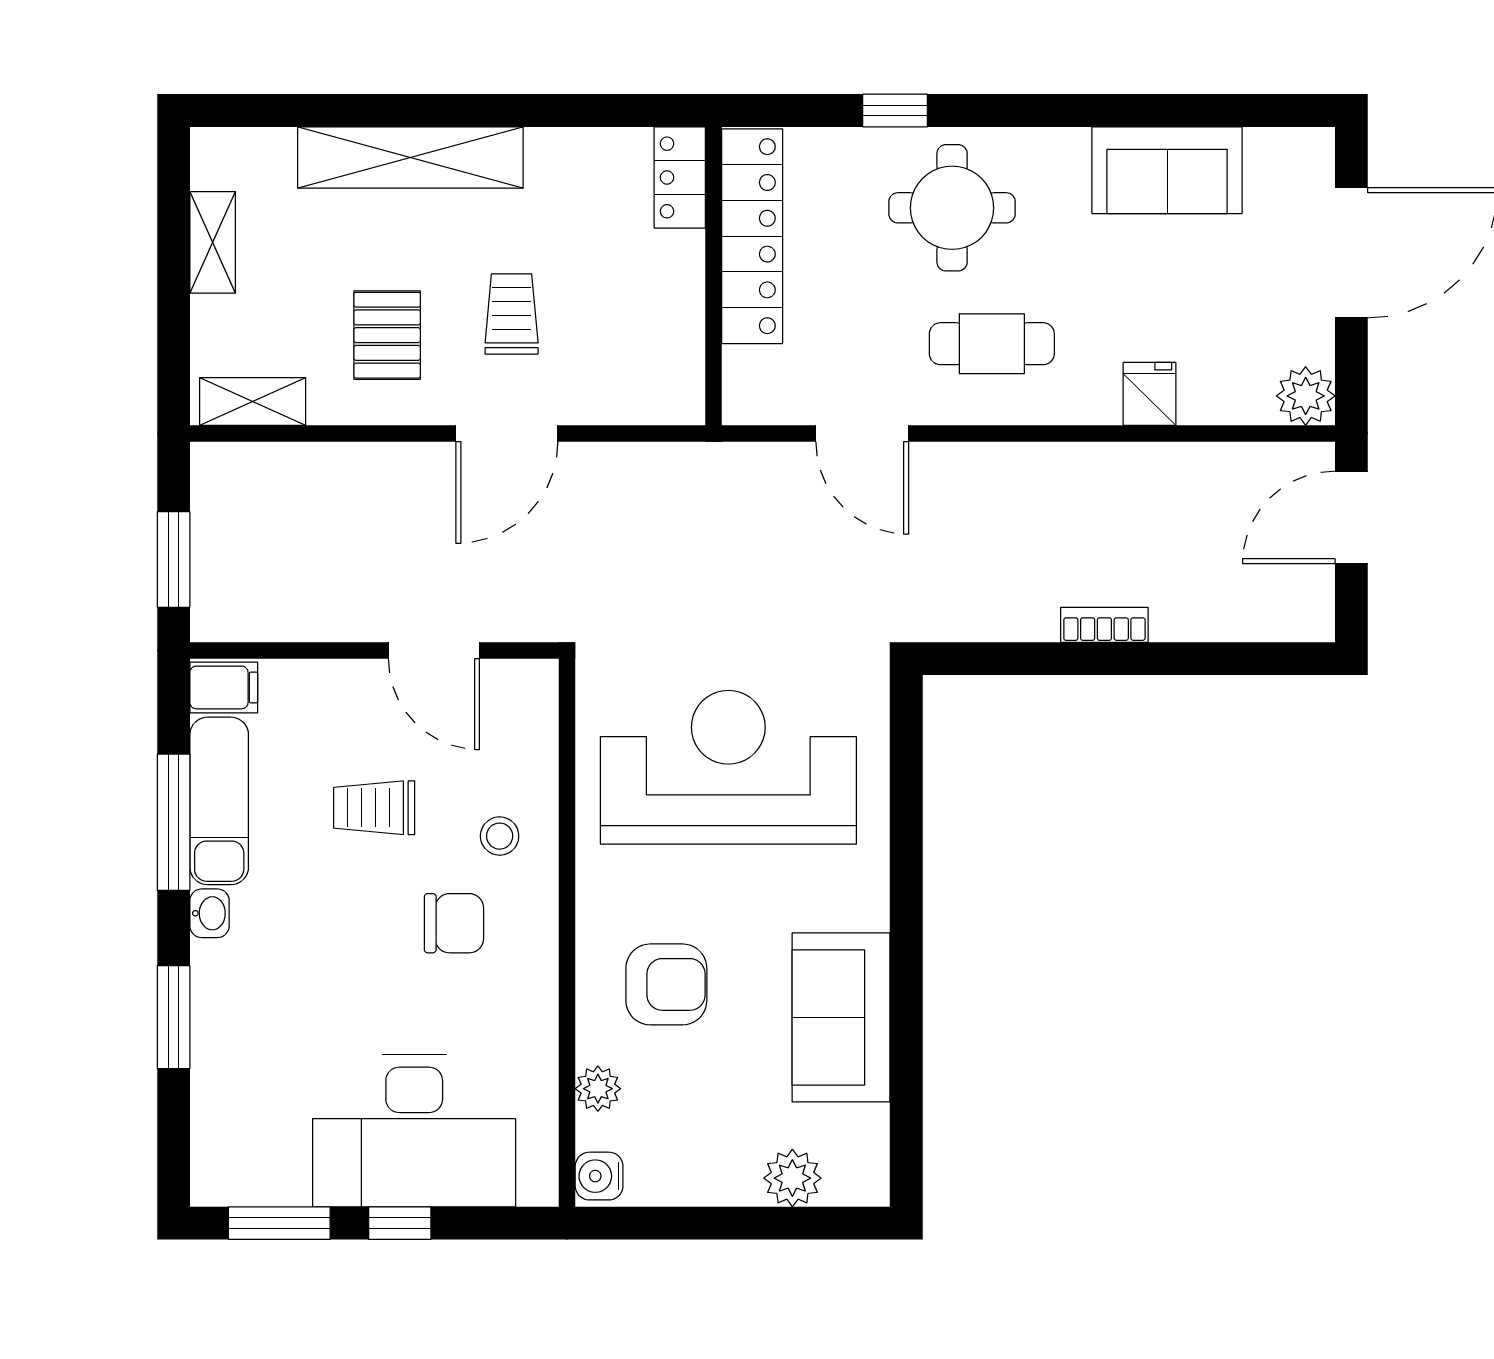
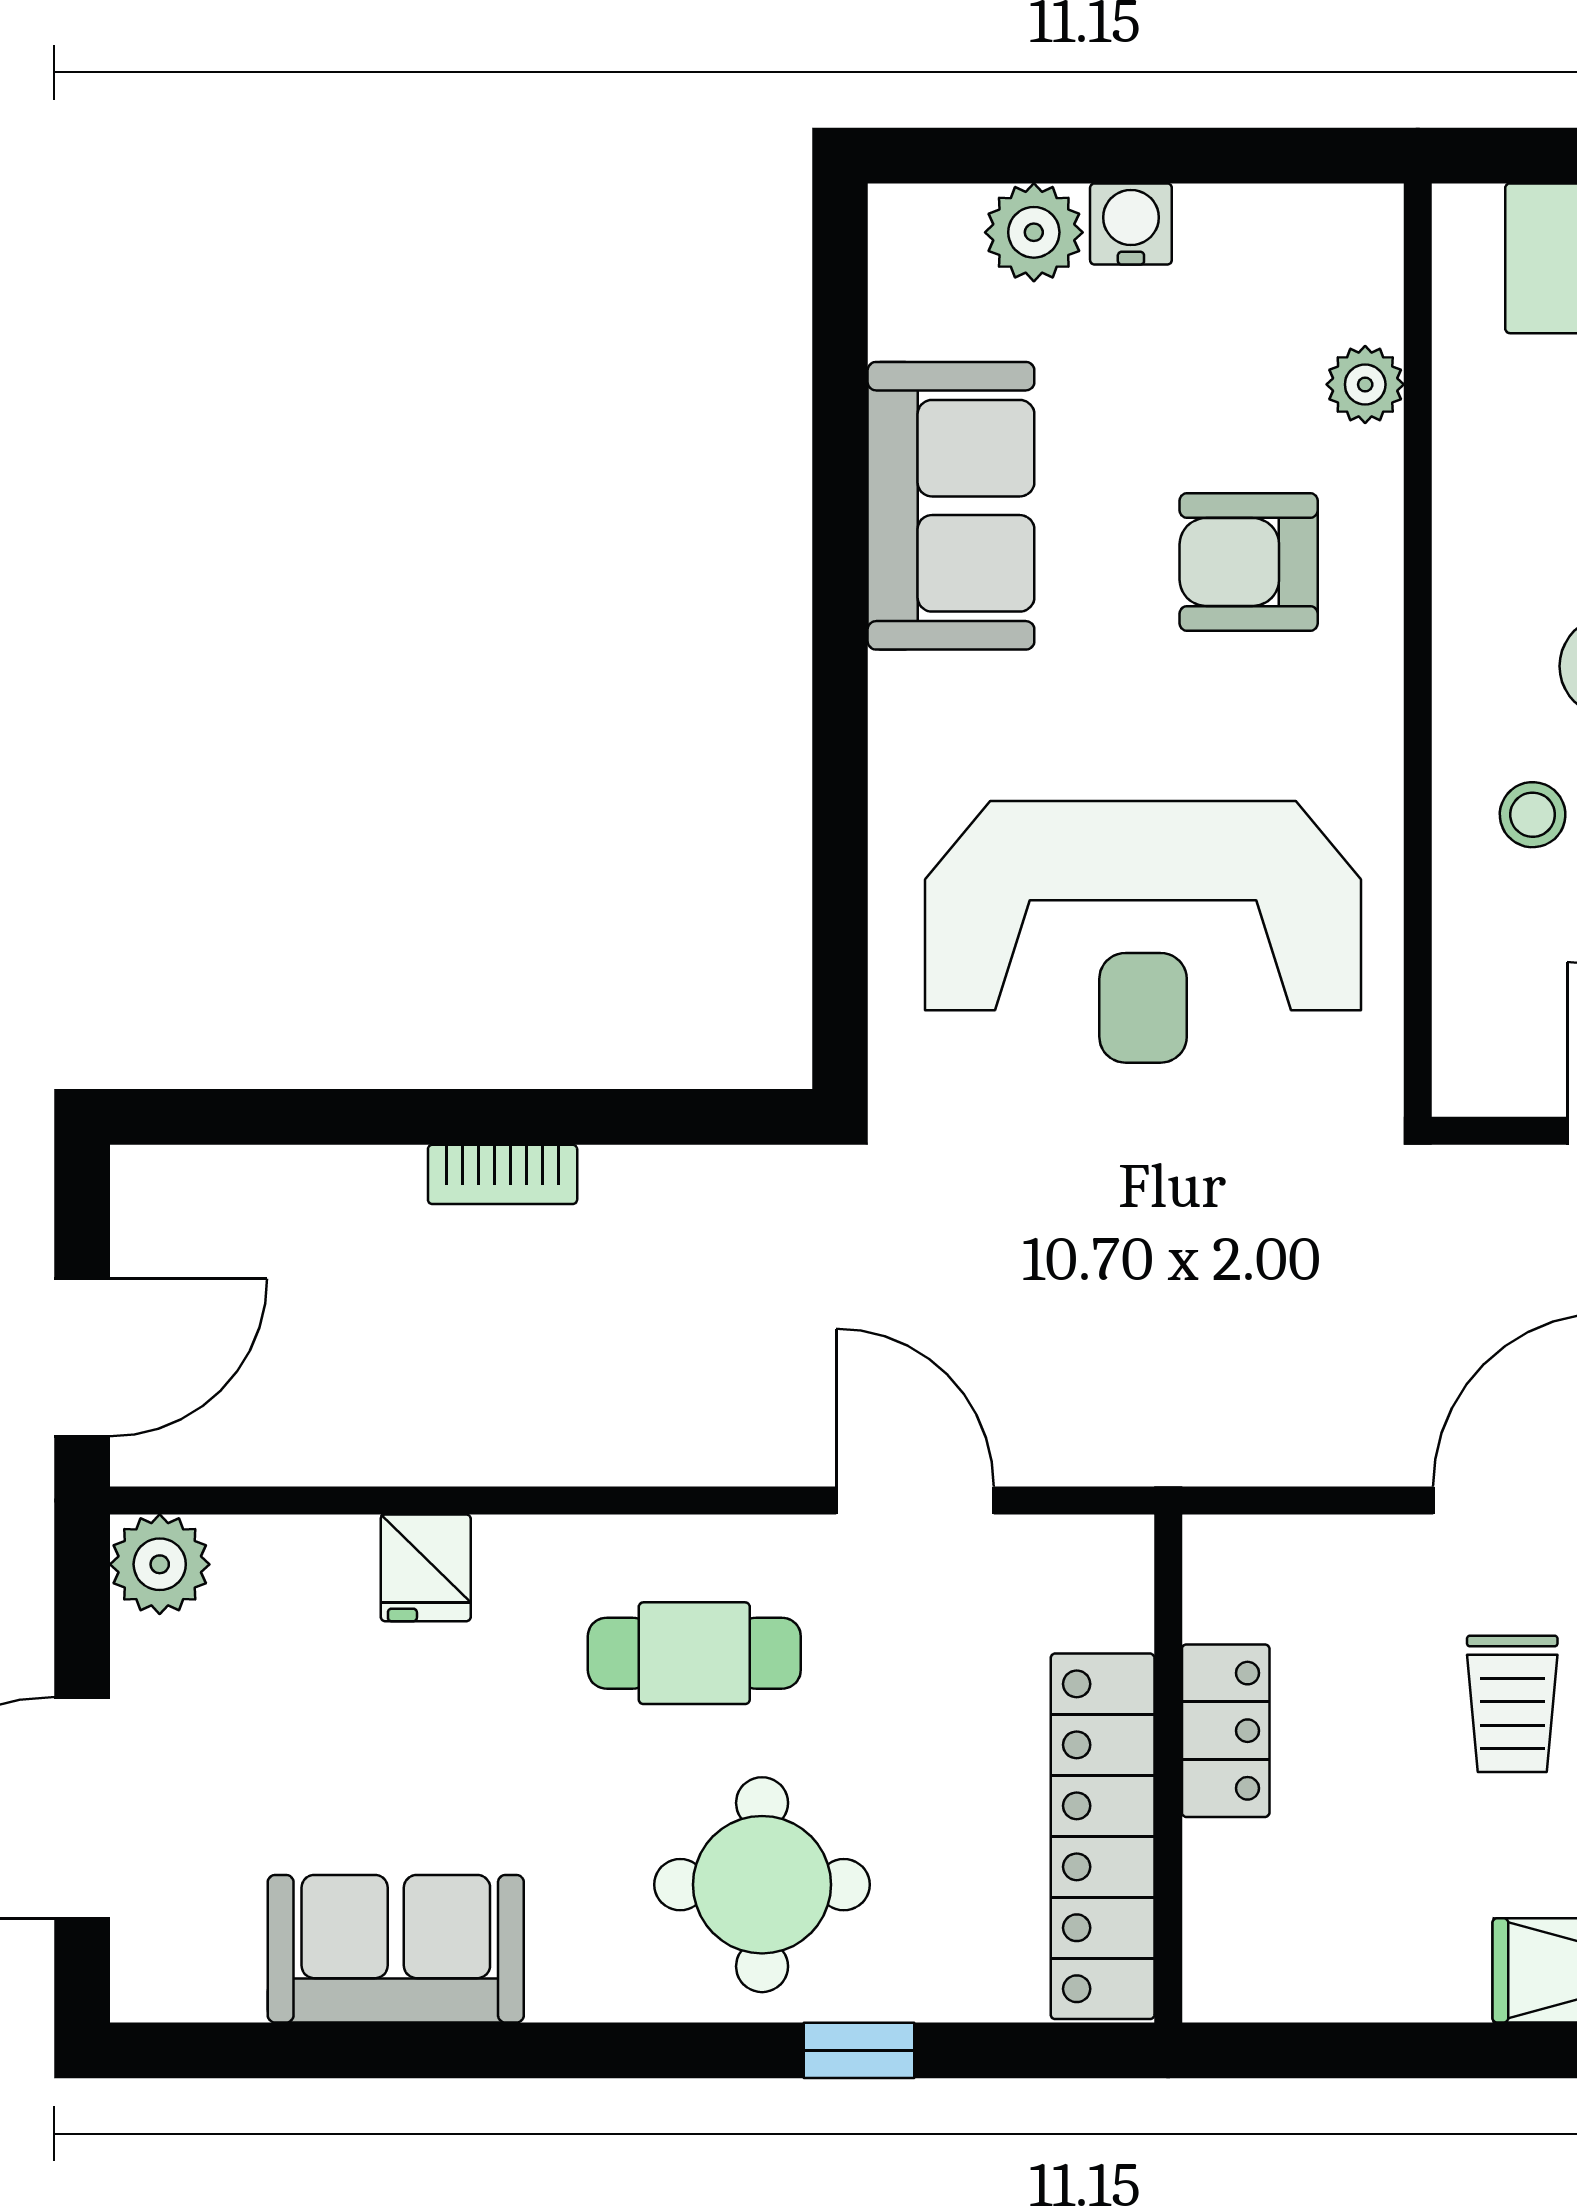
locker: (680, 177) -> (1226, 1731), moved
water cooler: (599, 1176) -> (1131, 224), moved, turned -90

